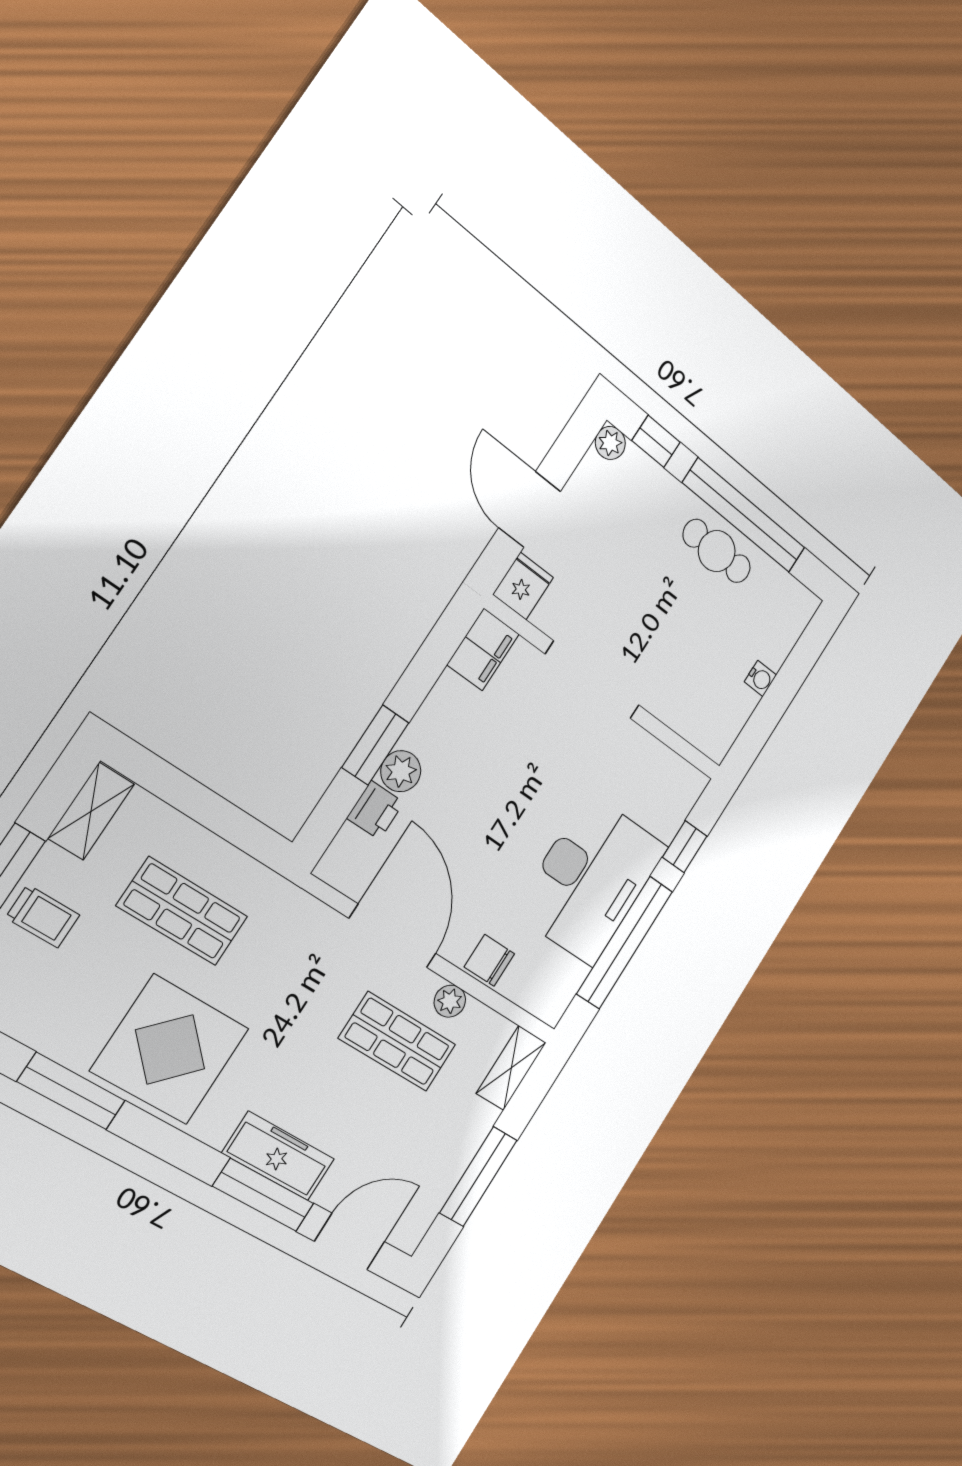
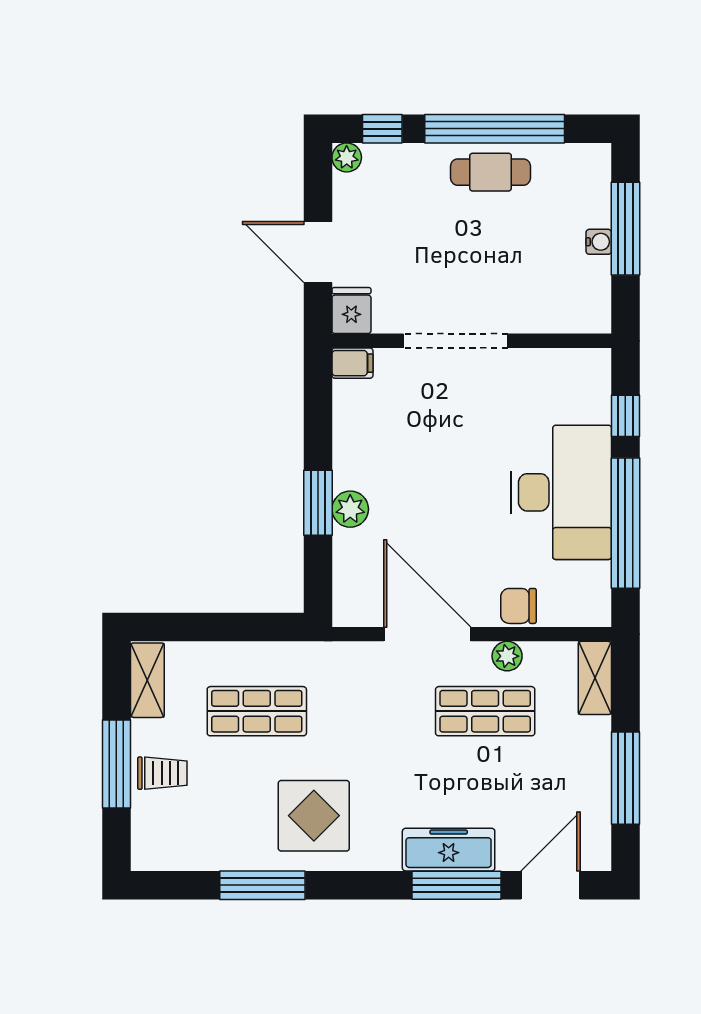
filing cabinet: (483, 649) -> (352, 363), width x0.50
window: (787, 683) -> (625, 229), added
printer: (375, 810) -> (350, 550), removed
display table: (170, 1049) -> (314, 816), width x0.73, depth x0.73

